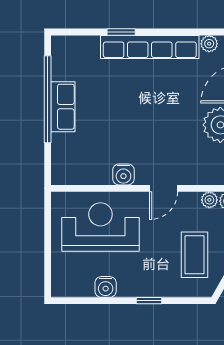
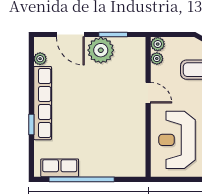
row of seats: (63, 107) -> (60, 168), moved
water cooler: (123, 174) -> (138, 123), removed

